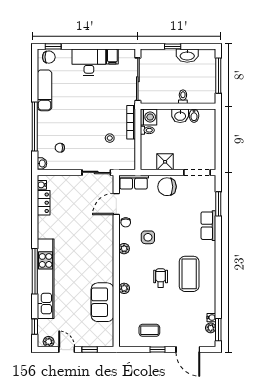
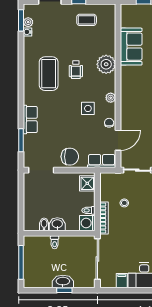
washbasin: (187, 56) -> (63, 281), moved
shower: (165, 162) -> (87, 183), moved
plant: (124, 288) -> (106, 64), width x1.88, depth x1.88

